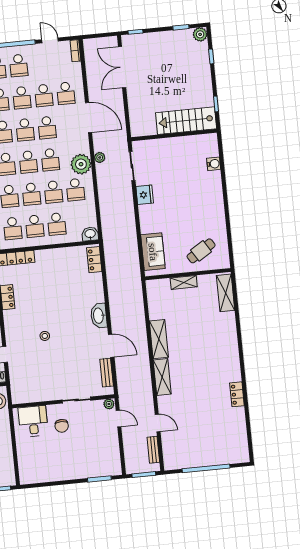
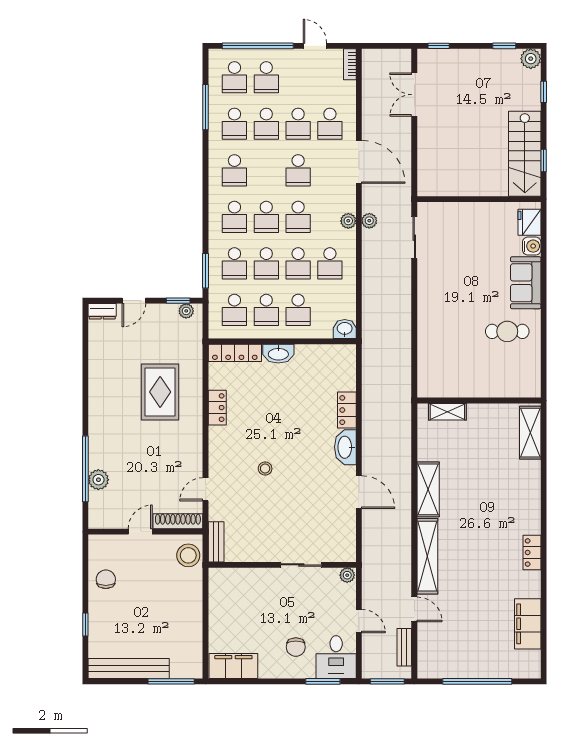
double door: (122, 67) -> (414, 95), width x0.73
stairs: (186, 121) -> (525, 154), moved, turned -90
school desk: (25, 130) -> (266, 170), removed
plant: (81, 164) -> (348, 221), width x0.53, depth x0.53
fridge: (145, 195) -> (529, 222), moved, turned 180
cafe table: (201, 251) -> (507, 331), moved, turned 32
sofa: (153, 252) -> (526, 283), moved, turned 180
washbasin: (46, 256) -> (278, 354), added
locker: (94, 260) -> (347, 410), moved
shelving: (184, 282) -> (447, 412), moved
bench: (107, 373) -> (216, 542), moved
shelving: (162, 377) -> (427, 556), width x1.47
locker: (237, 394) -> (532, 552), moved
door: (118, 419) -> (359, 621), moved
desk: (33, 421) -> (336, 657), moved, turned 180
filing cabinet: (237, 425) -> (528, 624), added
chair: (62, 426) -> (296, 647), moved
filing cabinet: (37, 475) -> (233, 666), added

